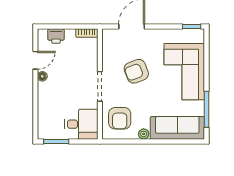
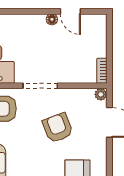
plant: (107, 34) -> (101, 94), added
printer: (56, 36) -> (98, 35), removed

